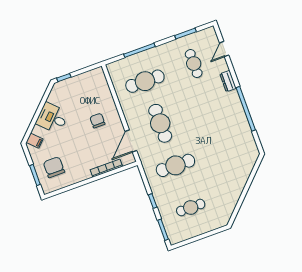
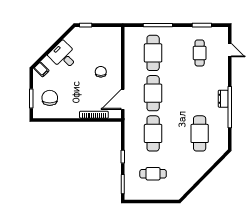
door: (224, 49) -> (230, 50), swing flipped
cafe table: (145, 81) -> (153, 53), turned 90
dresser: (228, 81) -> (223, 99), moved
cafe table: (224, 148) -> (200, 133), added
cafe table: (175, 165) -> (153, 133), turned 90

